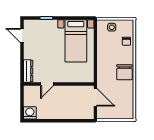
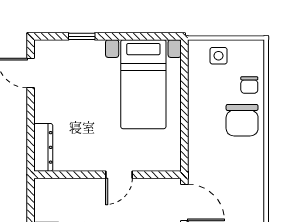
chair: (124, 72) -> (242, 120), moved
door: (47, 84) -> (119, 175), moved

